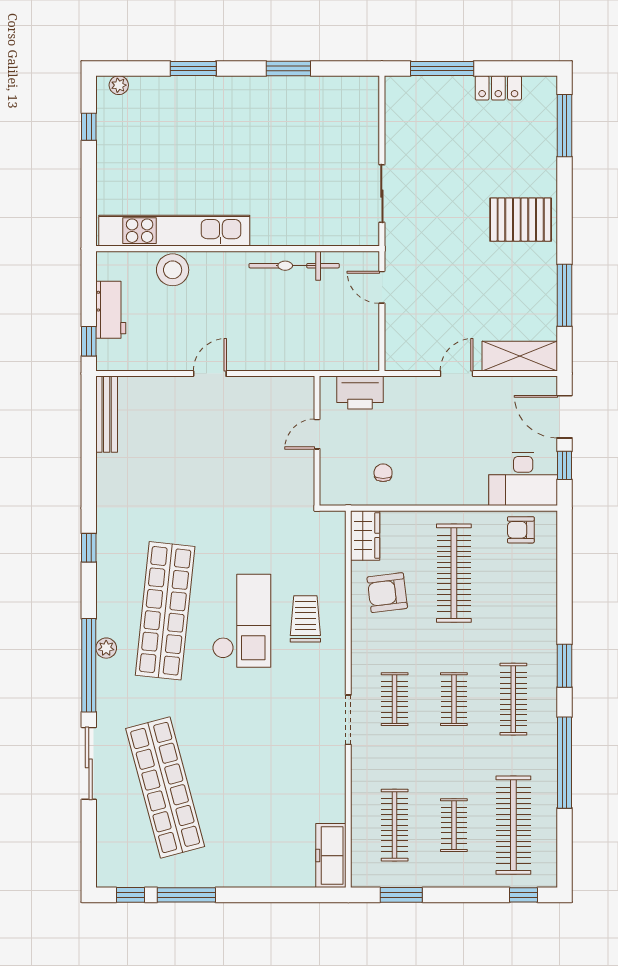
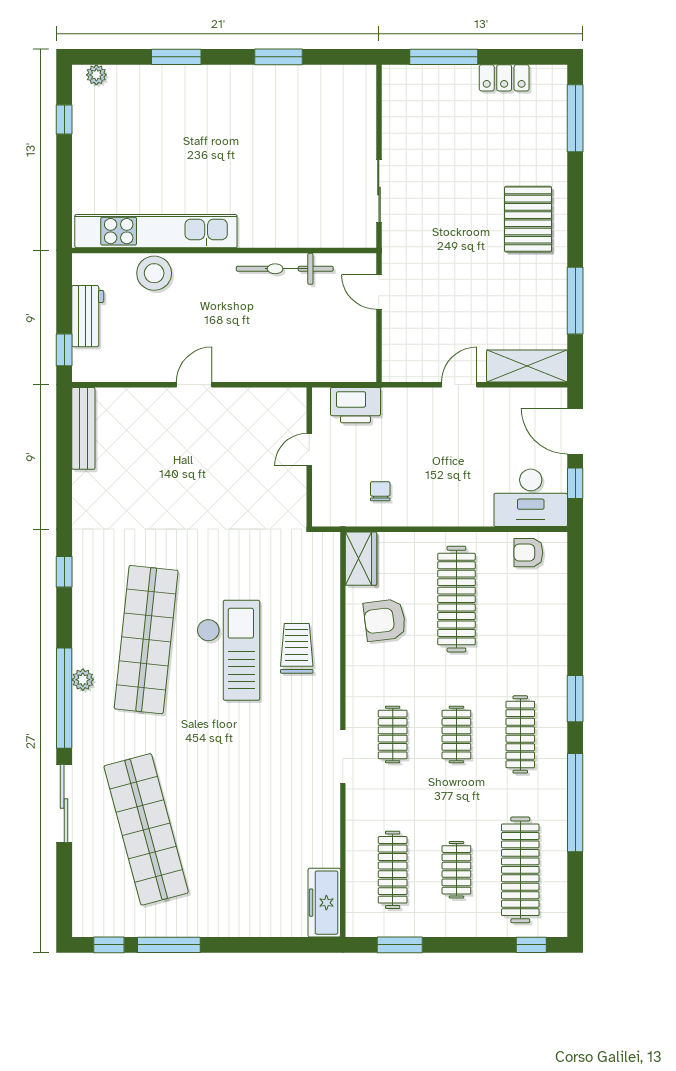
pallet: (521, 220) -> (528, 219), turned 90

